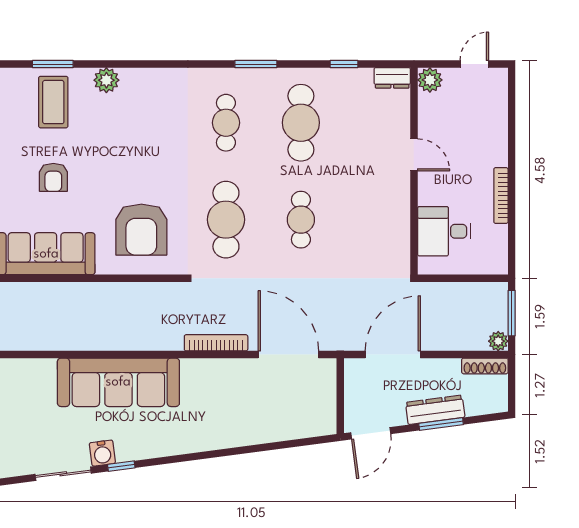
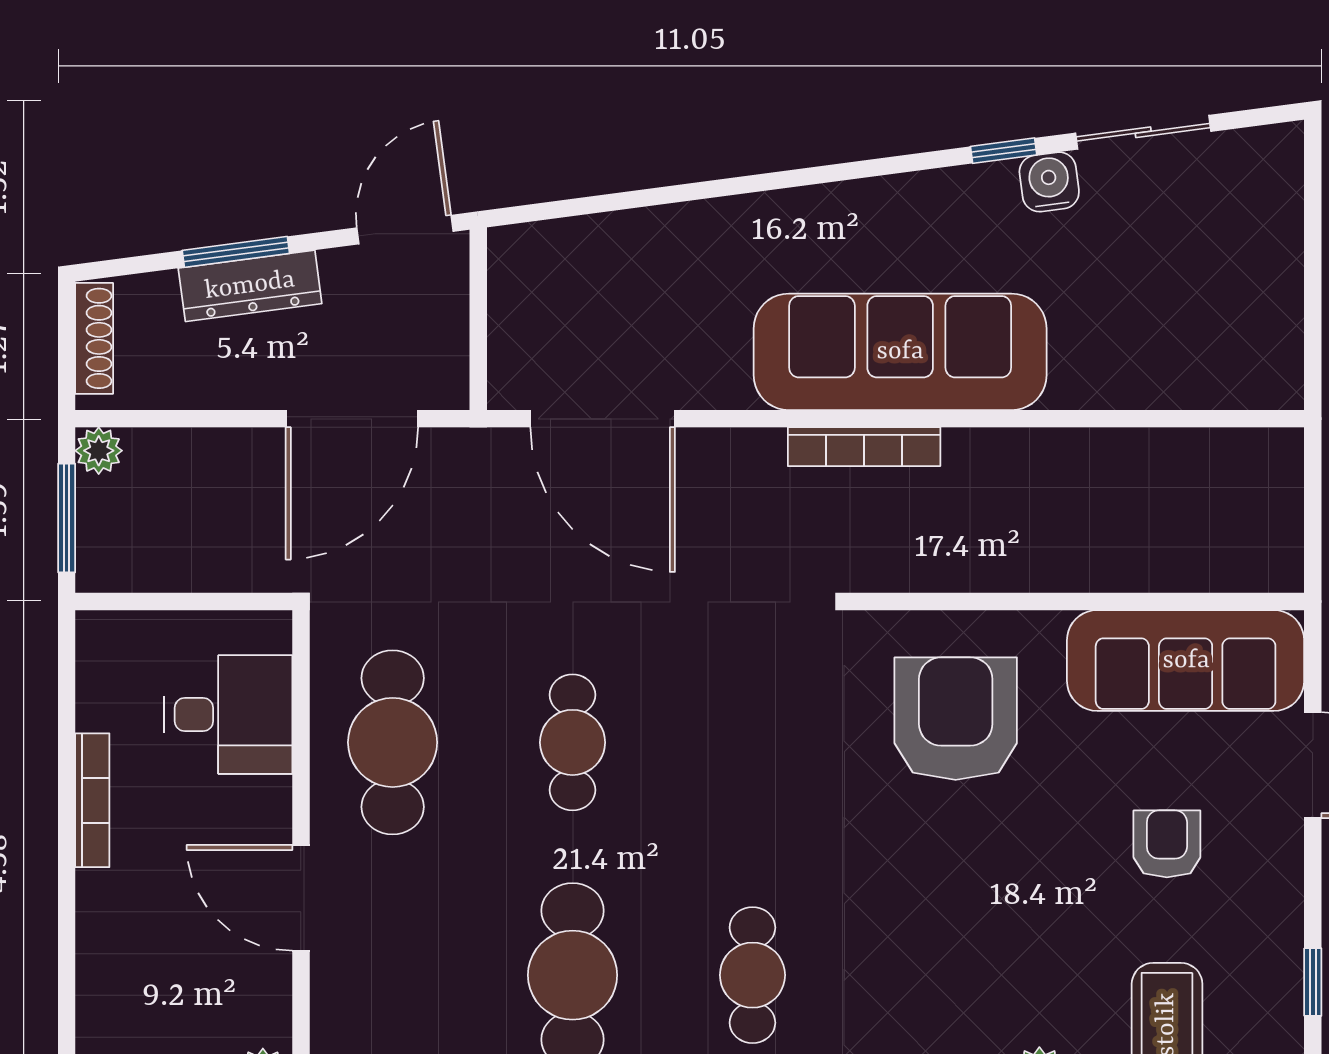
door: (414, 155) -> (301, 898), width x1.38
cafe table: (226, 220) -> (393, 742), moved
bookcase: (216, 343) -> (864, 447), moved
shoe rack: (485, 366) -> (94, 338), moved, turned 90
sofa: (118, 382) -> (900, 352), moved

